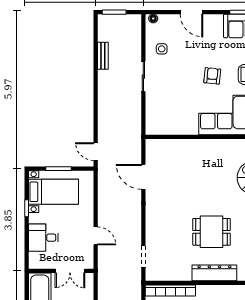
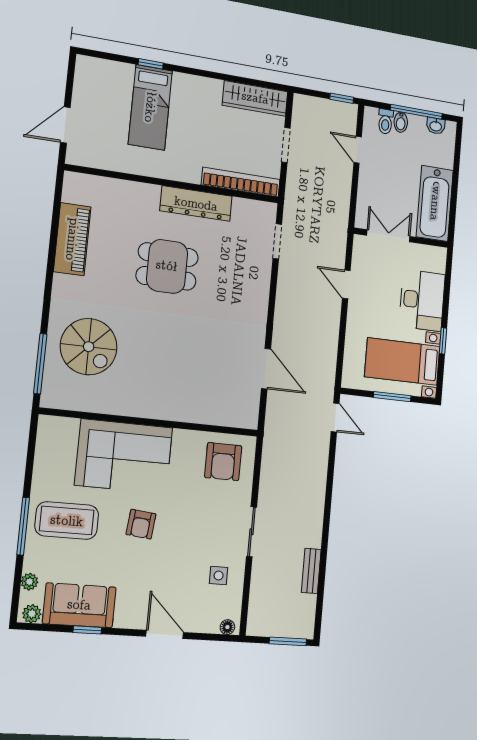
armchair: (165, 118) -> (223, 462), added
desk: (43, 238) -> (422, 300), width x1.37
dresser: (214, 273) -> (196, 204), moved

